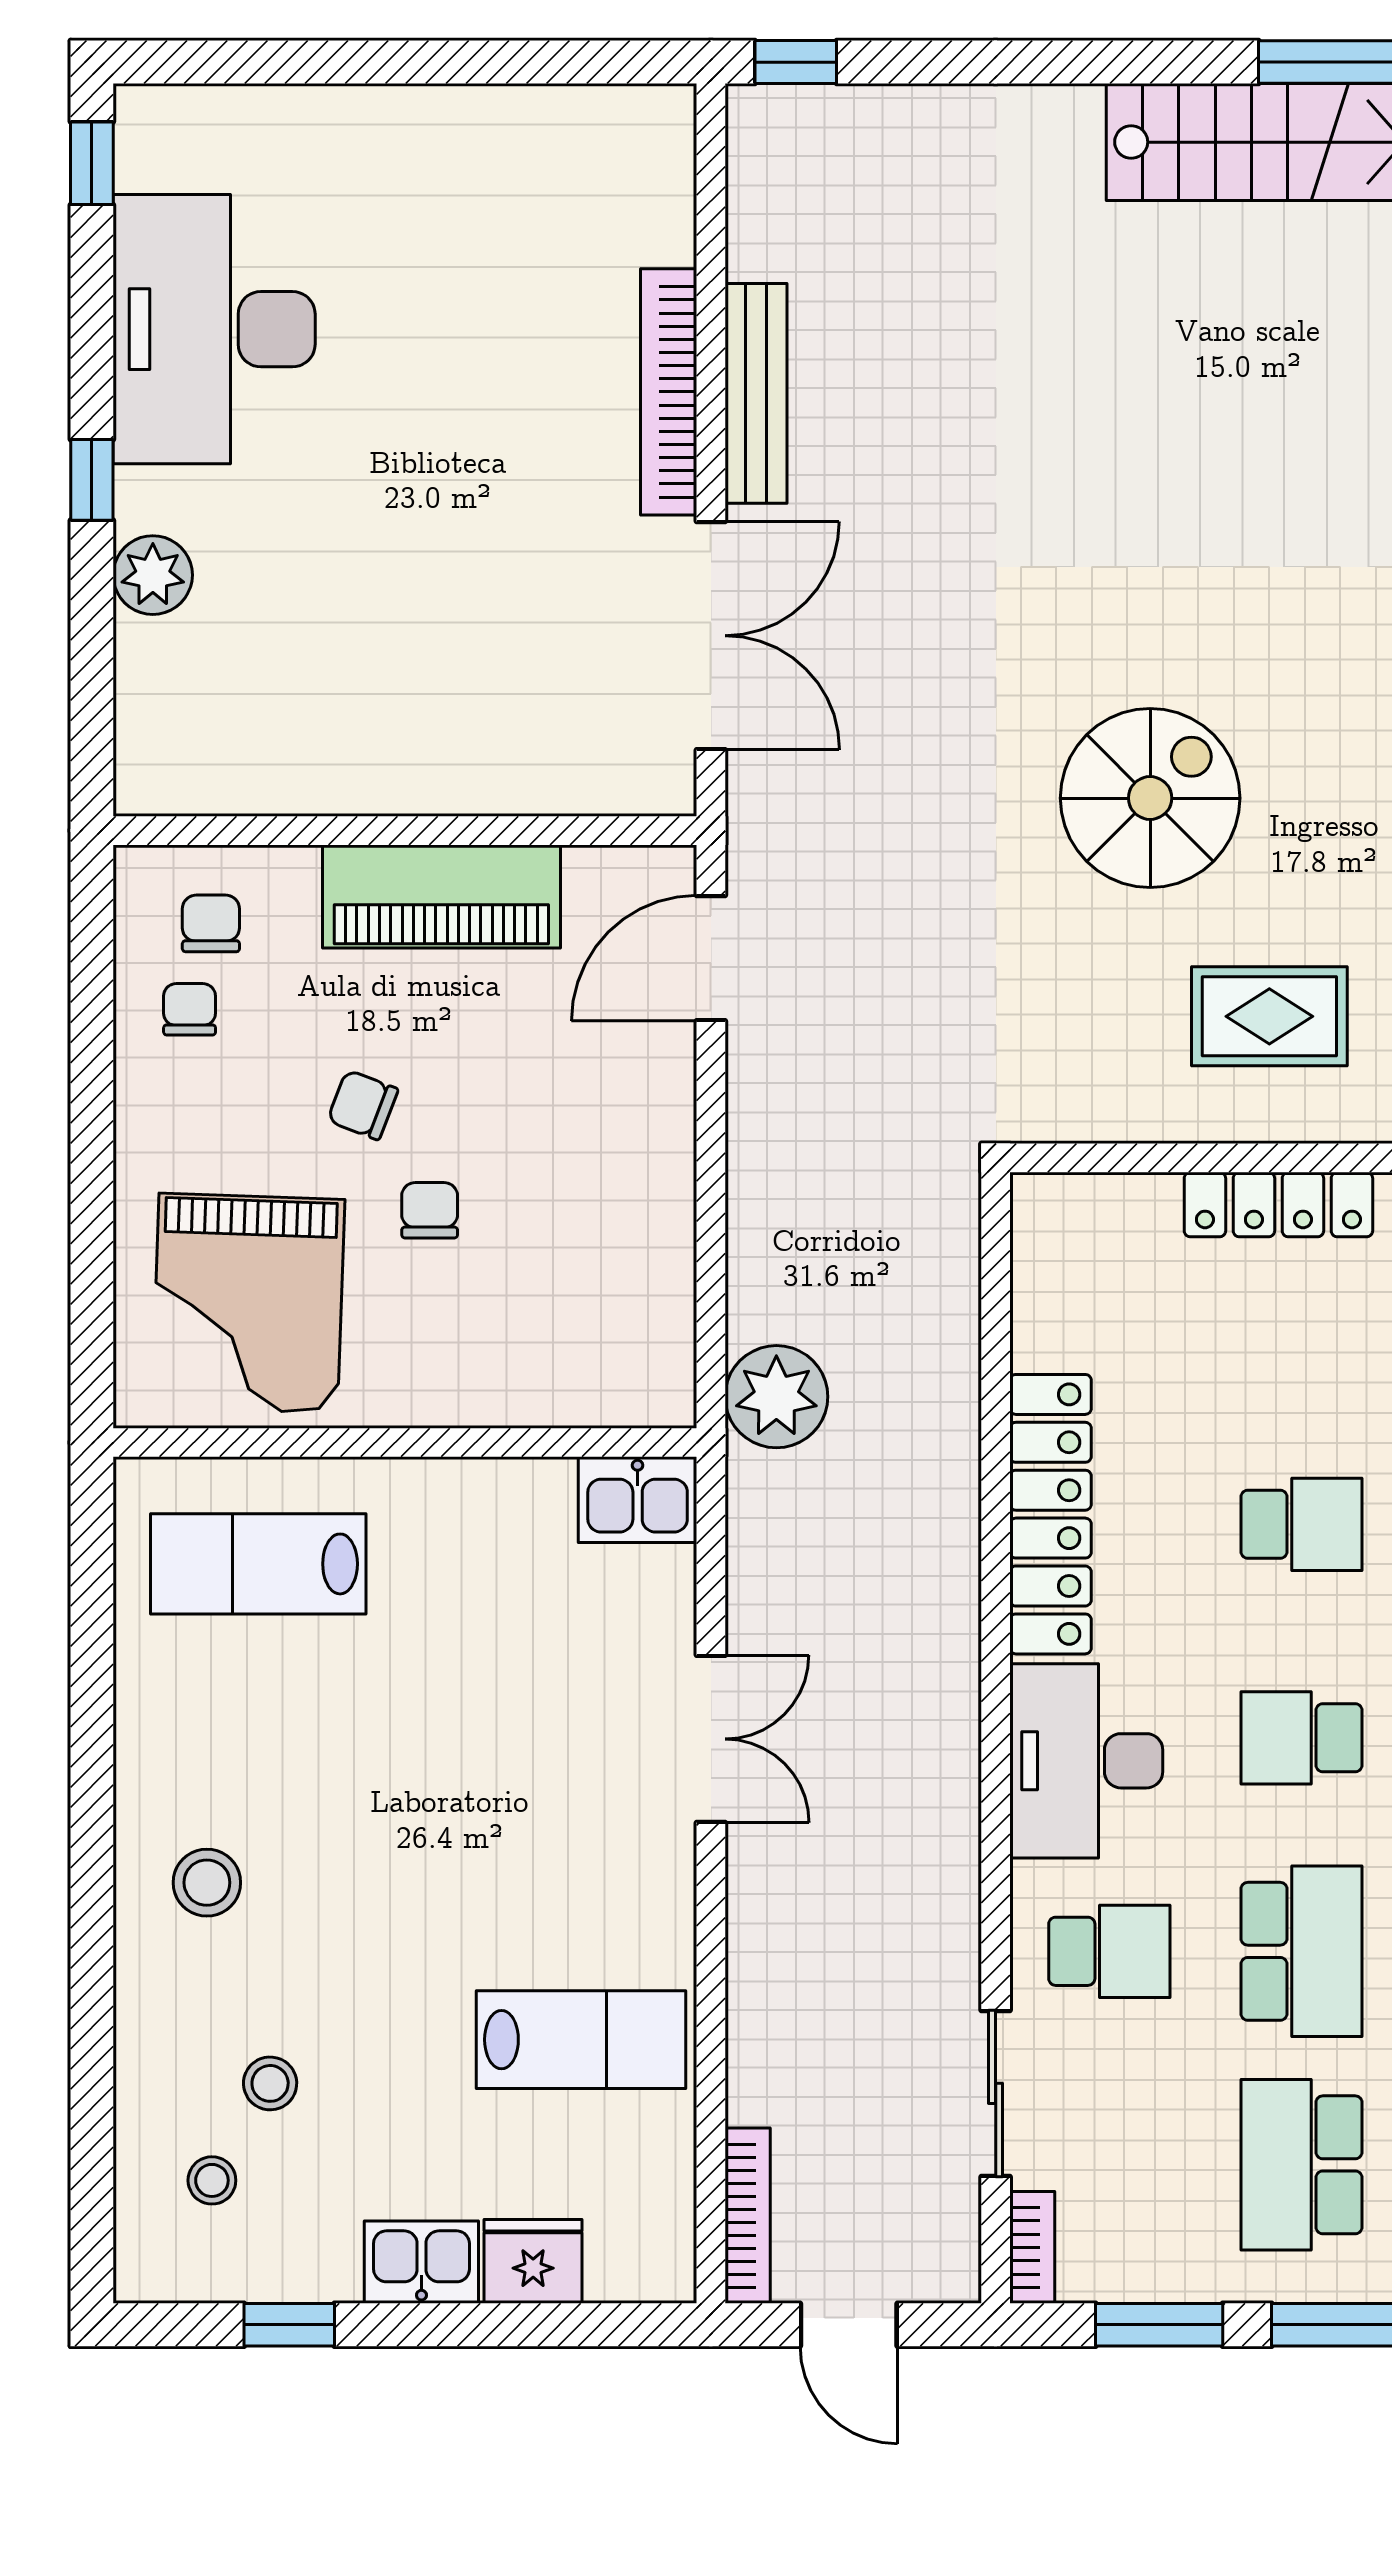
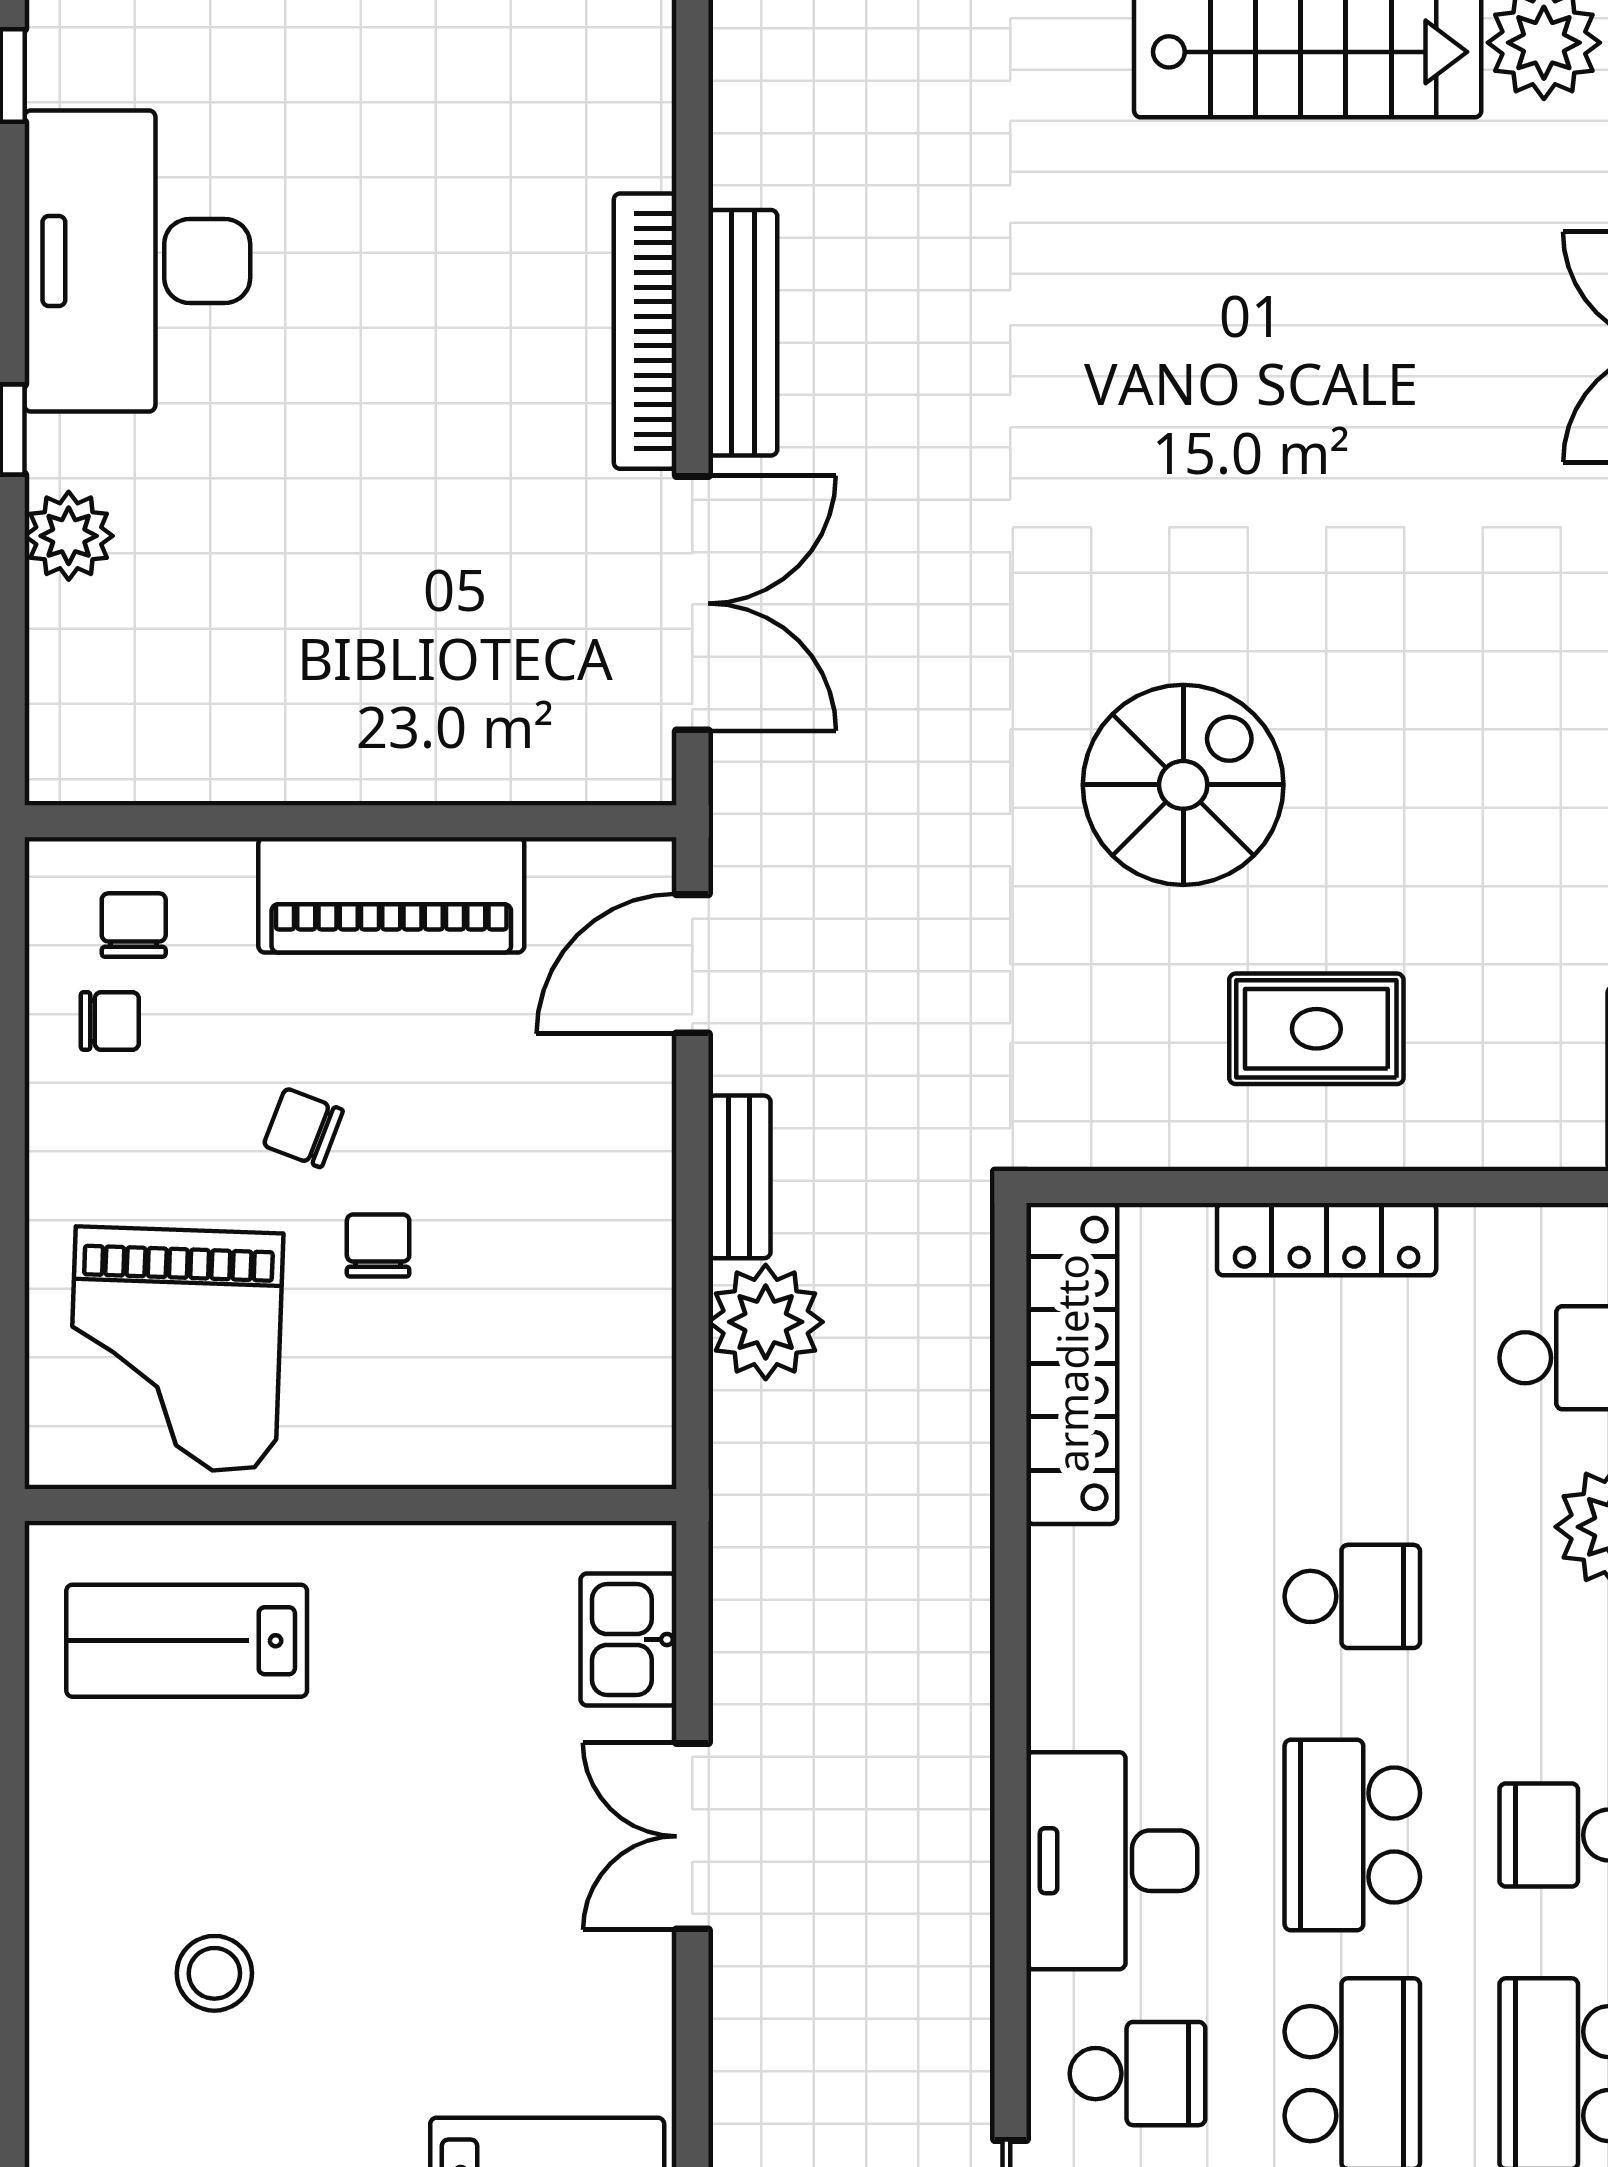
chair: (190, 1009) -> (110, 1021), turned 90
bench: (753, 1149) -> (739, 1177), added
plant: (776, 1397) -> (766, 1322), moved
kitchen sink: (638, 1500) -> (629, 1640), moved, turned 90
locker: (1050, 1514) -> (1072, 1363), moved
school desk: (1302, 1738) -> (1352, 1835), width x1.85
double door: (711, 1739) -> (692, 1836), swing flipped
stool: (207, 1883) -> (214, 1973), moved

